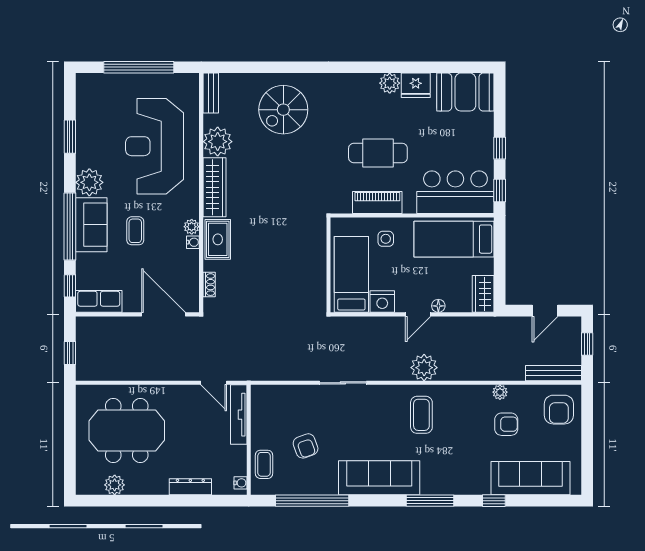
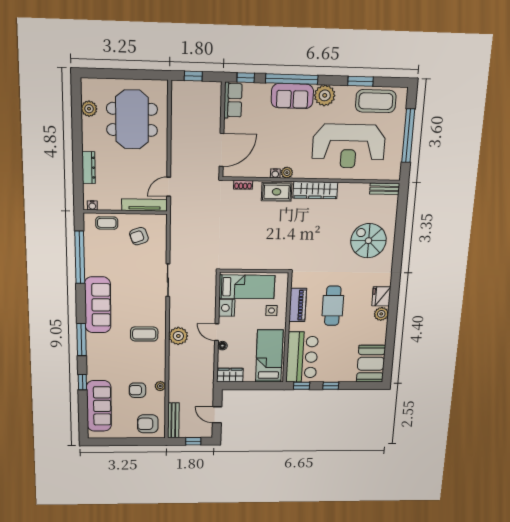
fridge: (416, 85) -> (381, 296), moved
plant: (218, 142) -> (349, 193), removed
reception desk: (155, 146) -> (349, 146), turned 180
coffee table: (135, 231) -> (376, 101), moved, width x1.86, depth x1.72
armchair: (506, 424) -> (137, 390), turned 90
armchair: (306, 446) -> (139, 236), moved

